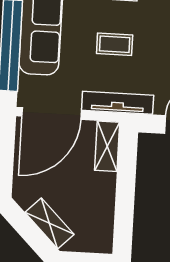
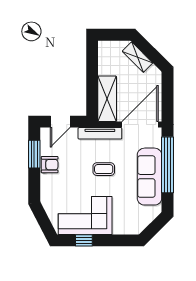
shelving: (107, 146) -> (107, 99), width x1.50, depth x1.33

